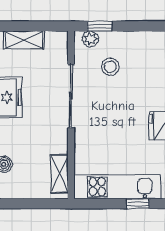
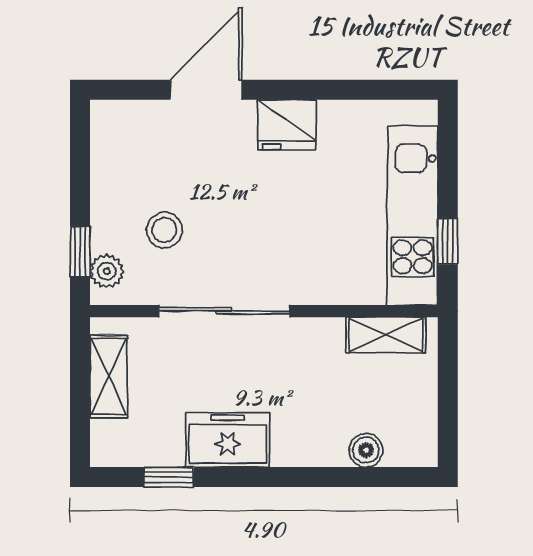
shelving: (24, 40) -> (109, 376), moved
window: (138, 204) -> (448, 241), moved

